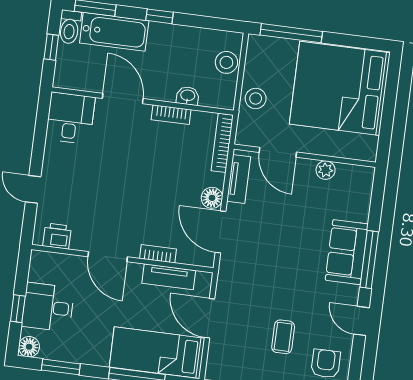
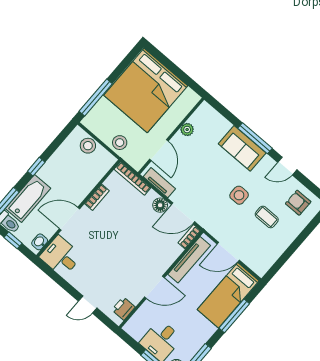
washbasin: (188, 96) -> (40, 242), moved
door: (278, 152) -> (159, 150), hinge flipped
bookcase: (158, 254) -> (189, 237), moved
tv unit: (169, 277) -> (189, 260), width x1.41
side table: (287, 286) -> (239, 195), added

